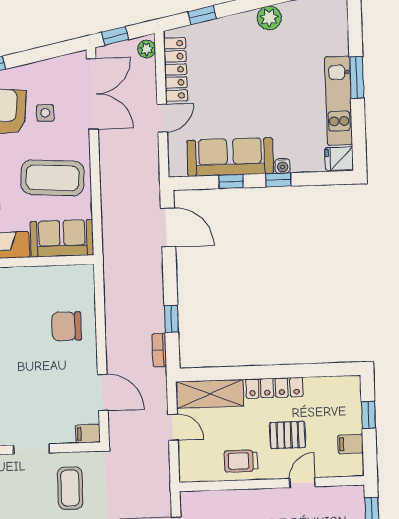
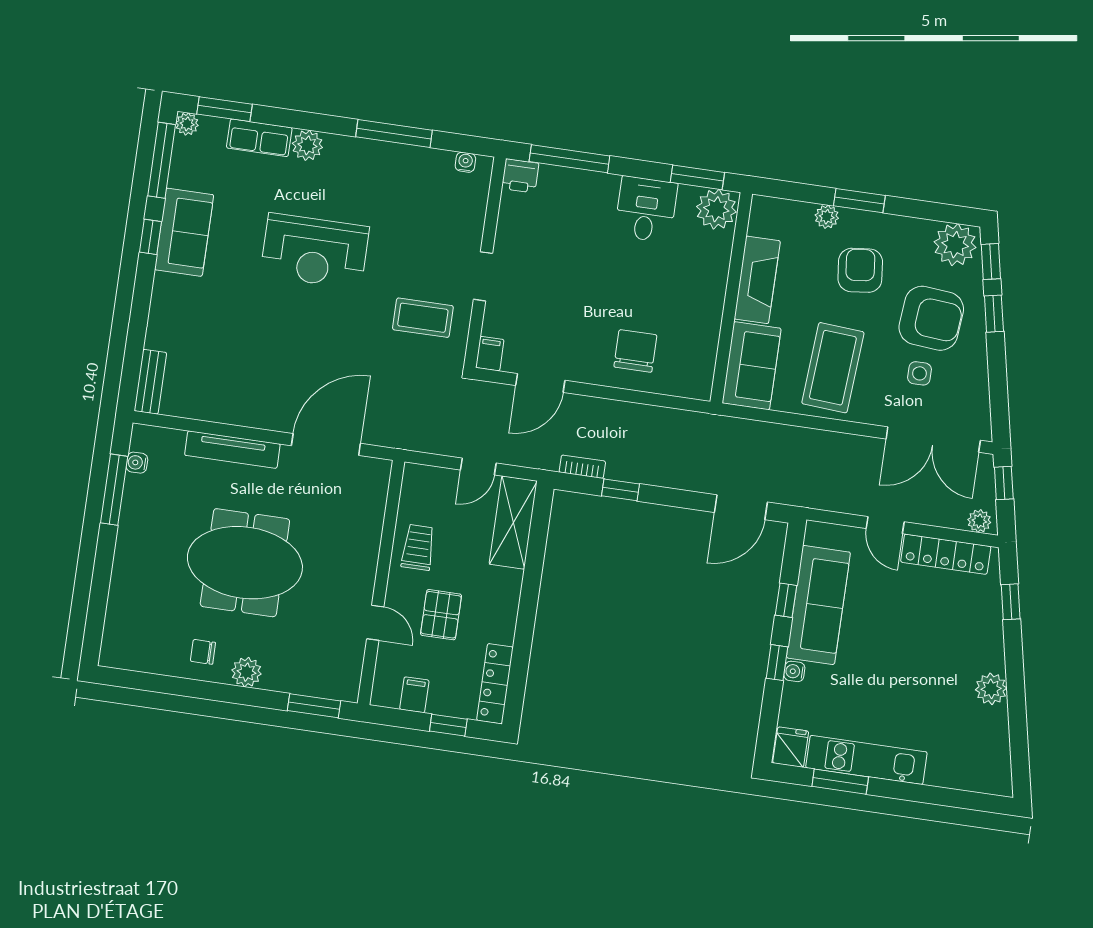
window: (357, 78) -> (840, 782), moved
locker: (274, 388) -> (495, 684), moved

